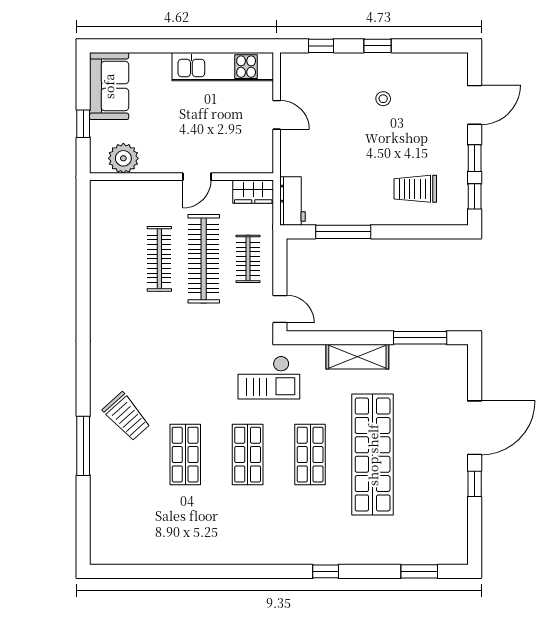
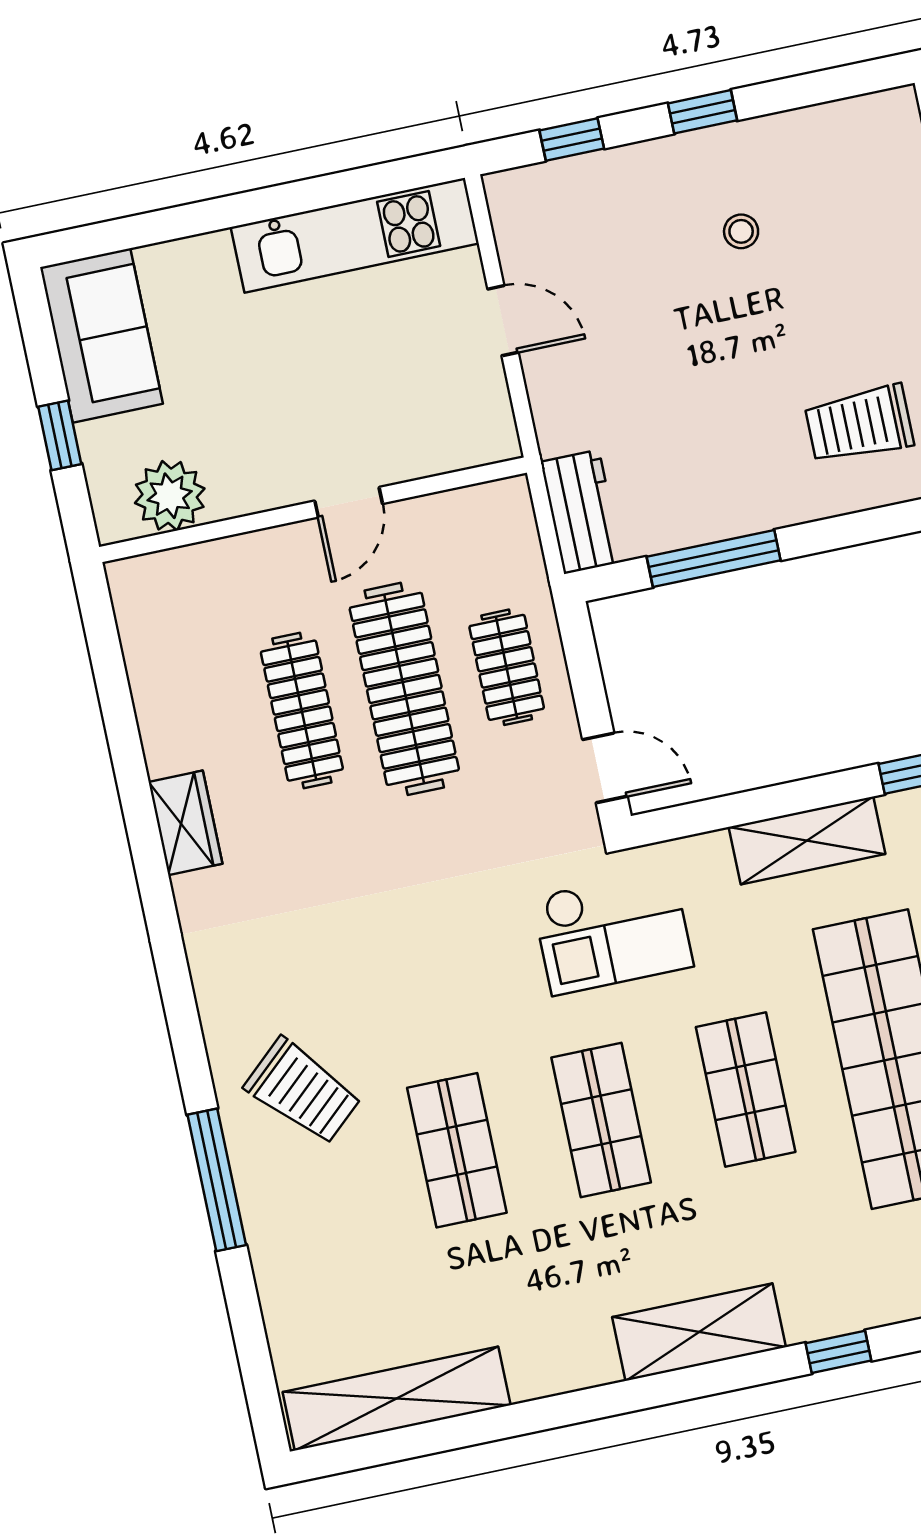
wardrobe: (253, 192) -> (185, 823), moved, turned -90
shelving: (270, 551) -> (699, 1332), added
shelving: (139, 552) -> (397, 1399), added

